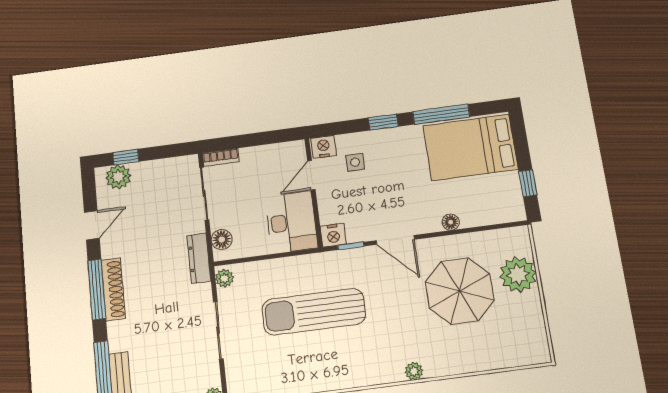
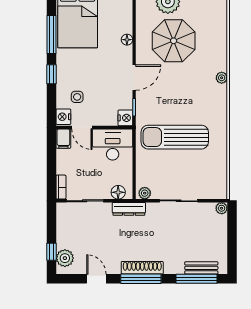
filing cabinet: (292, 151) -> (63, 139), added
sun lounger: (314, 312) -> (175, 137), turned 90

